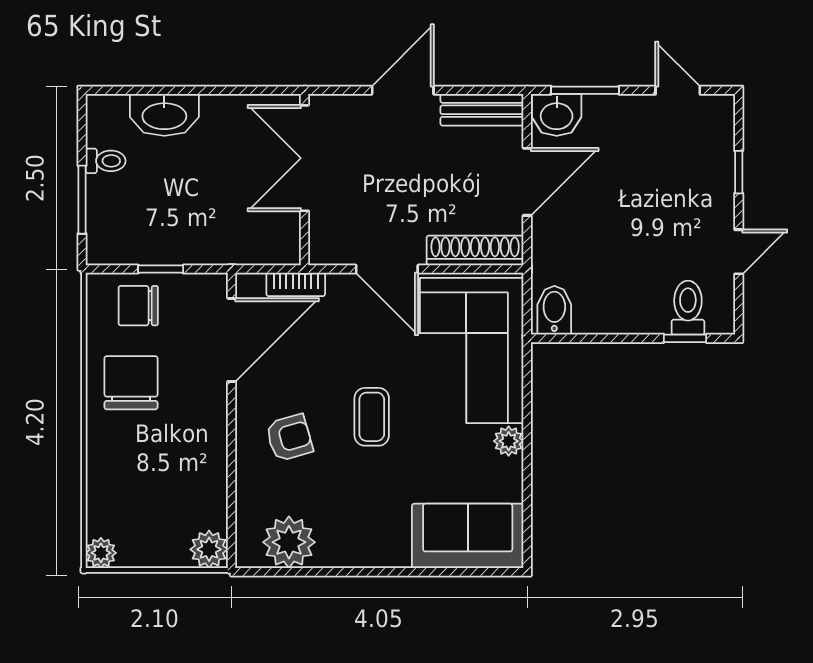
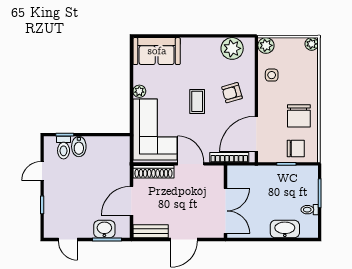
washbasin: (557, 115) -> (104, 229), moved
bookcase: (296, 284) -> (229, 157), width x1.56
bidet: (554, 310) -> (79, 147), moved
side table: (195, 479) -> (272, 75), added

